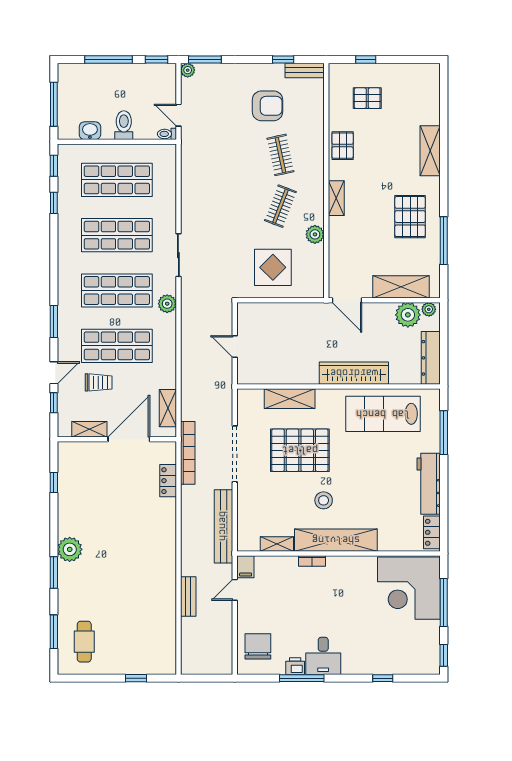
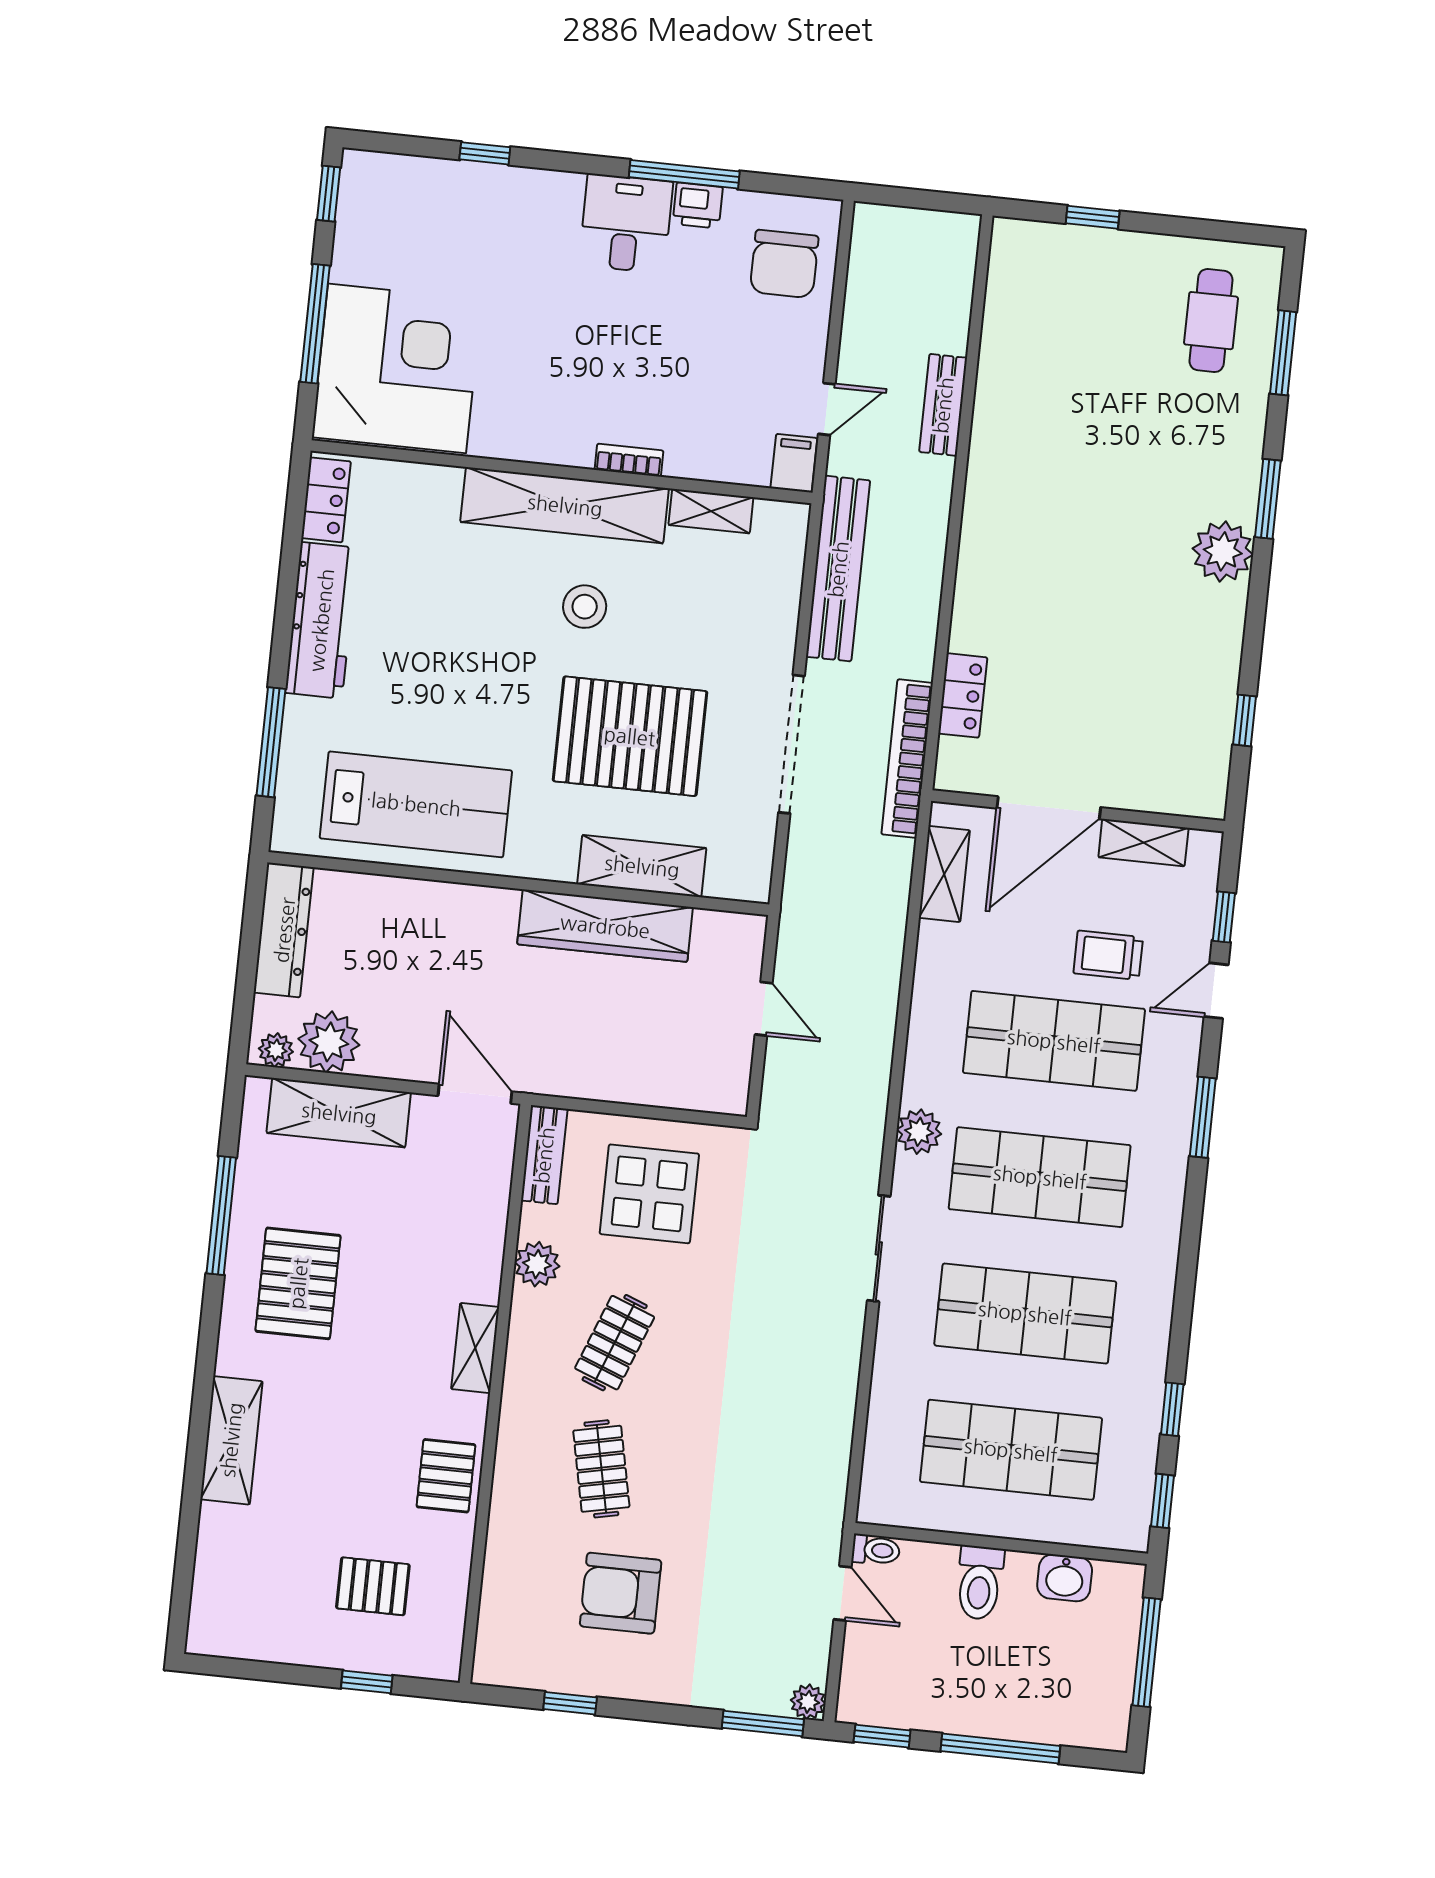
bench: (305, 70) -> (544, 1155), moved, turned 90
wardrobe: (354, 373) -> (605, 926), moved

